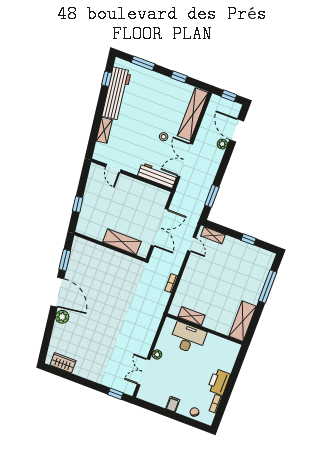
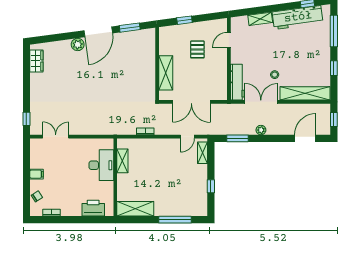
window: (143, 63) -> (334, 31), width x1.44
plant: (222, 144) -> (261, 130), moved
pallet: (111, 202) -> (197, 49), added
plant: (157, 355) -> (76, 143), removed
printer: (219, 382) -> (93, 208), moved

